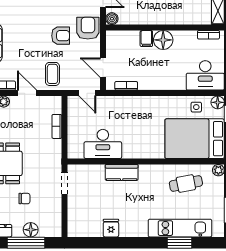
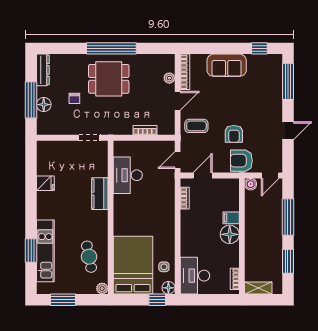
armchair: (88, 28) -> (241, 161), turned 180

